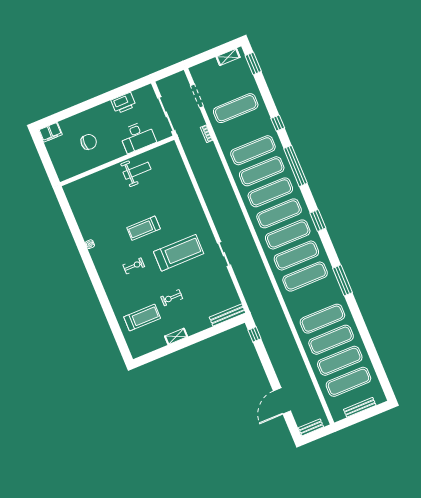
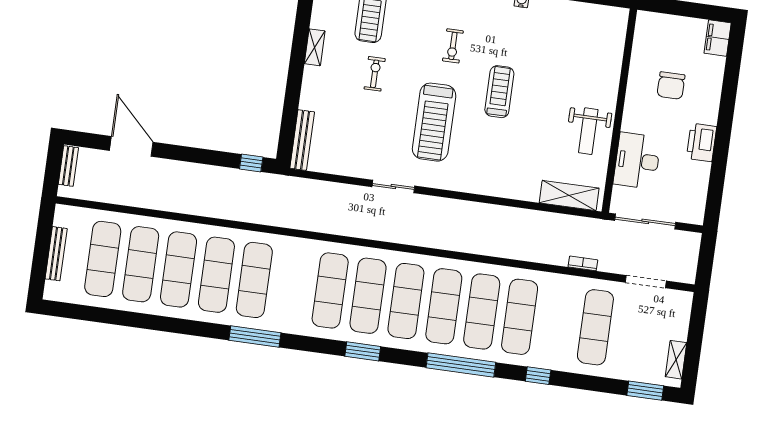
printer: (124, 103) -> (702, 142), moved
shelving: (176, 161) -> (569, 196), added
exercise mat: (305, 277) -> (254, 280), moved

